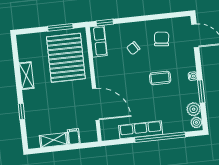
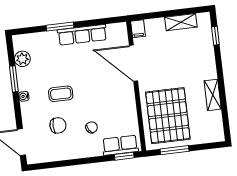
chair: (162, 39) -> (58, 125), moved, turned -97
row of seats: (98, 41) -> (120, 145), moved, turned 90
window: (22, 111) -> (215, 36), moved
plant: (196, 122) -> (19, 44), removed
filing cabinet: (74, 136) -> (138, 29), moved
window: (160, 137) -> (60, 26), width x0.47

